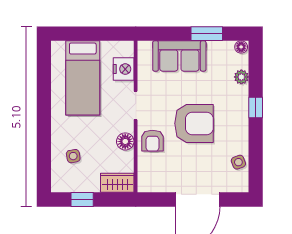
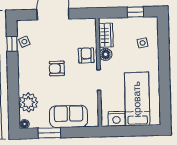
nightstand: (124, 69) -> (116, 119), moved, turned -90
plant: (241, 77) -> (28, 102), width x1.88, depth x1.88
window: (256, 107) -> (12, 44), moved
armchair: (194, 123) -> (57, 68), width x0.53, depth x0.53
wardrobe: (117, 183) -> (106, 35), moved, turned -90

